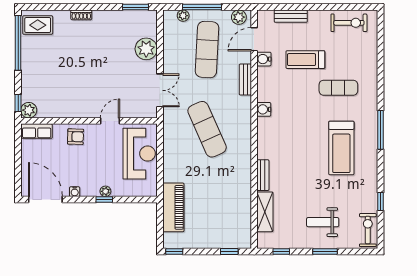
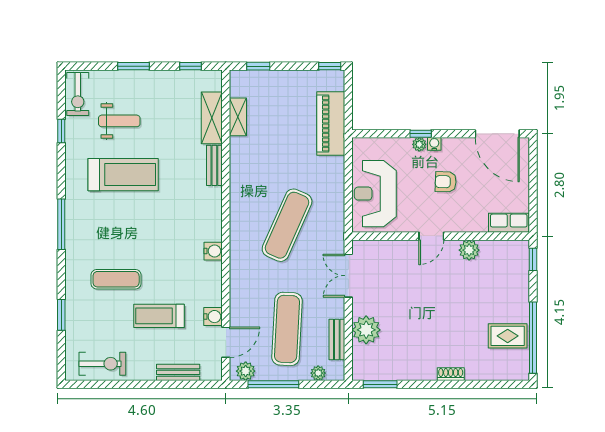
window: (202, 7) -> (273, 384), moved
exercise bike: (349, 23) -> (102, 364), turned 180
rug: (38, 25) -> (508, 336), moved
treadmill: (305, 60) -> (159, 316), turned 180
window: (381, 60) -> (61, 315), added
bench: (245, 80) -> (337, 339), moved
plant: (29, 110) -> (469, 250), moved
door: (110, 121) -> (431, 236), moved
exercise mat: (207, 129) -> (287, 225), turned 48
armchair: (76, 137) -> (446, 182), moved
treadmill: (341, 148) -> (123, 175), moved, turned 90
water cooler: (75, 192) -> (434, 144), moved
shelving: (245, 213) -> (238, 117), added
weight bench: (323, 222) -> (119, 121), moved

